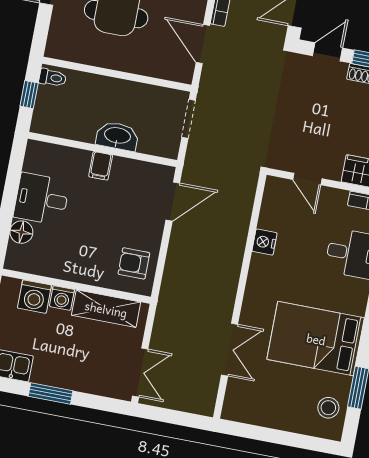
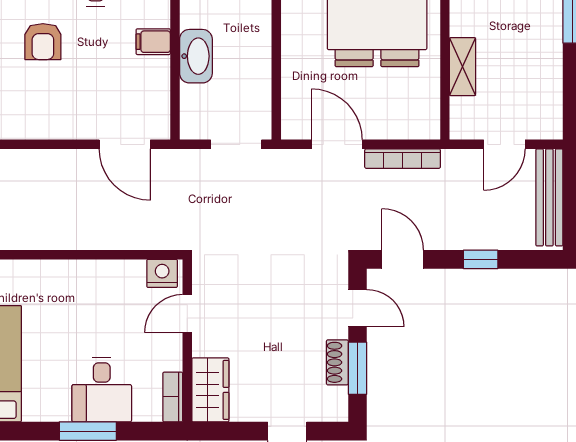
door: (203, 44) -> (337, 144), hinge flipped
nightstand: (264, 242) -> (162, 273), moved
armchair: (134, 263) -> (43, 42), moved, turned 180

